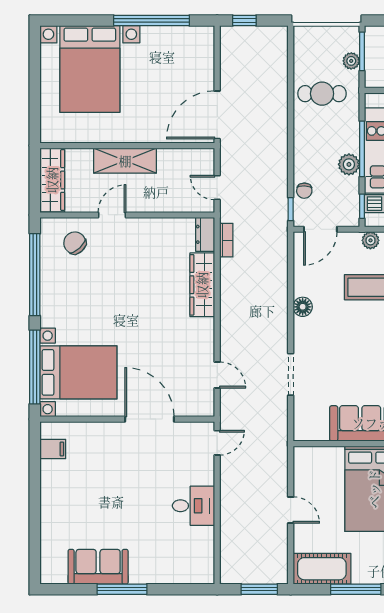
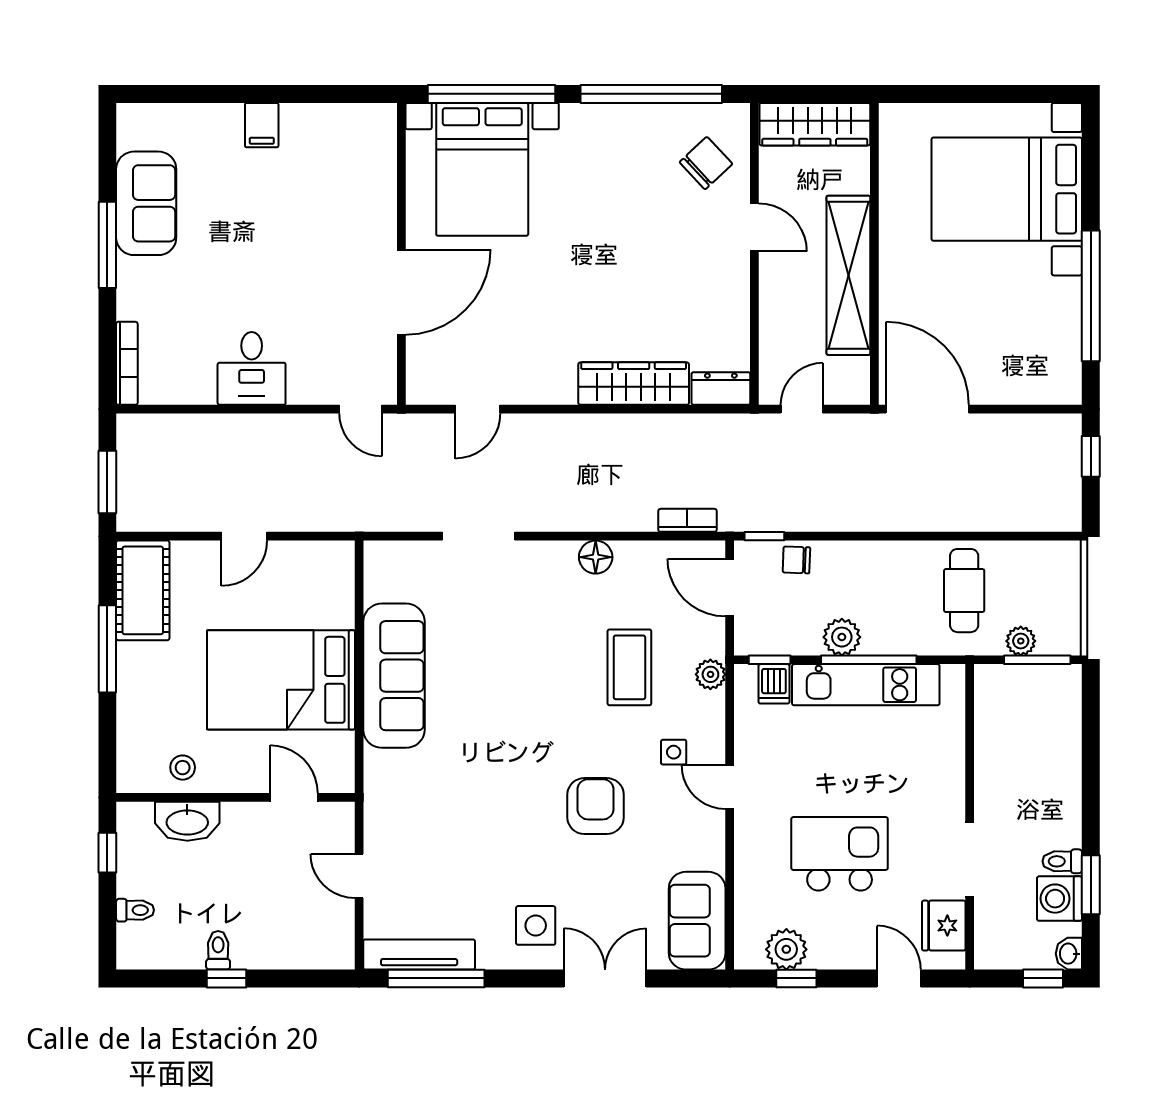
shelving: (125, 161) -> (848, 275), width x1.47
bookcase: (226, 240) -> (687, 520), moved, turned 180
filing cabinet: (53, 449) -> (262, 125), moved
bookcase: (191, 578) -> (127, 363), added

